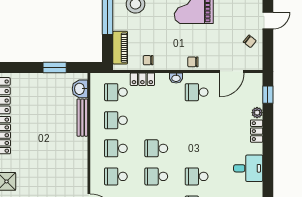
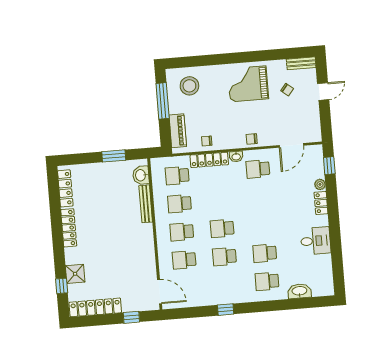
chair: (250, 41) -> (287, 90), moved
locker: (142, 79) -> (209, 160), width x1.53

